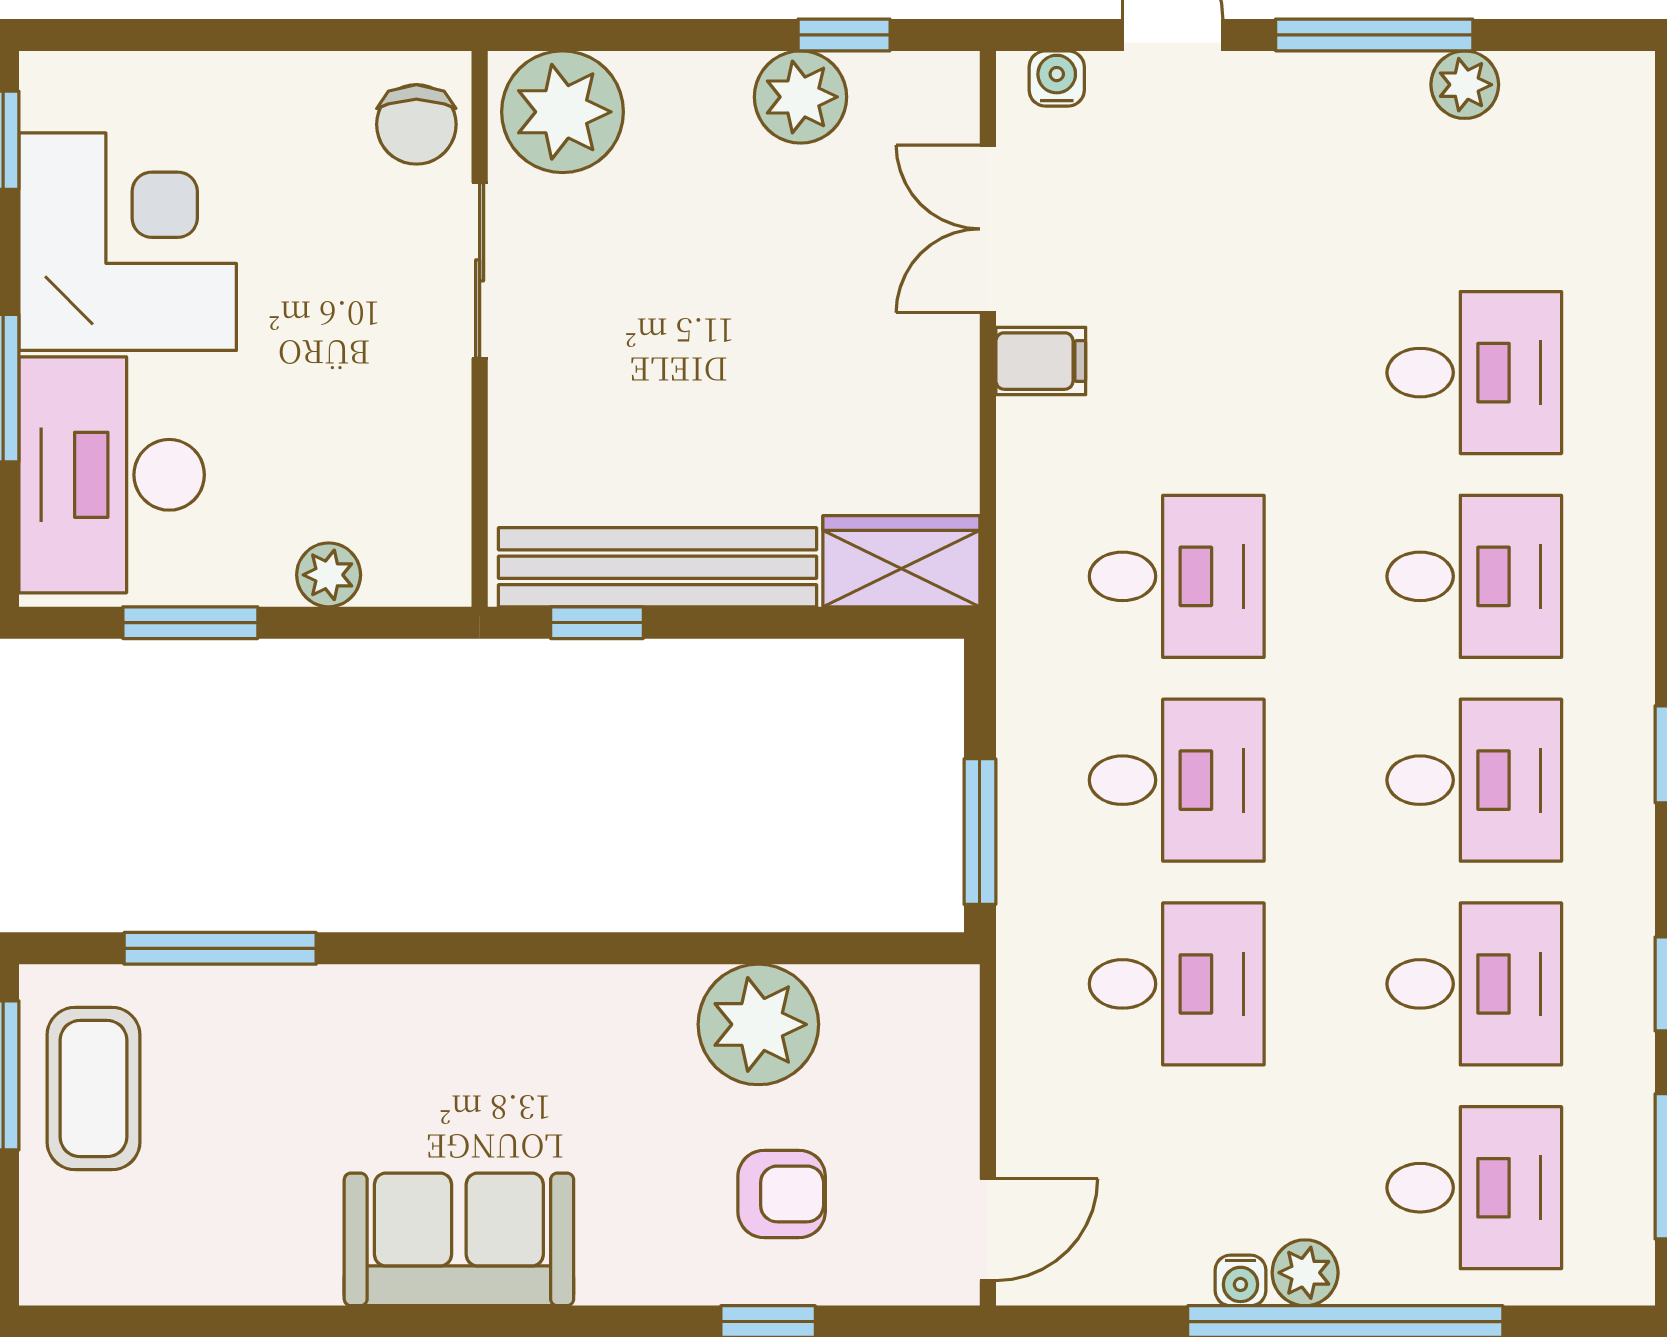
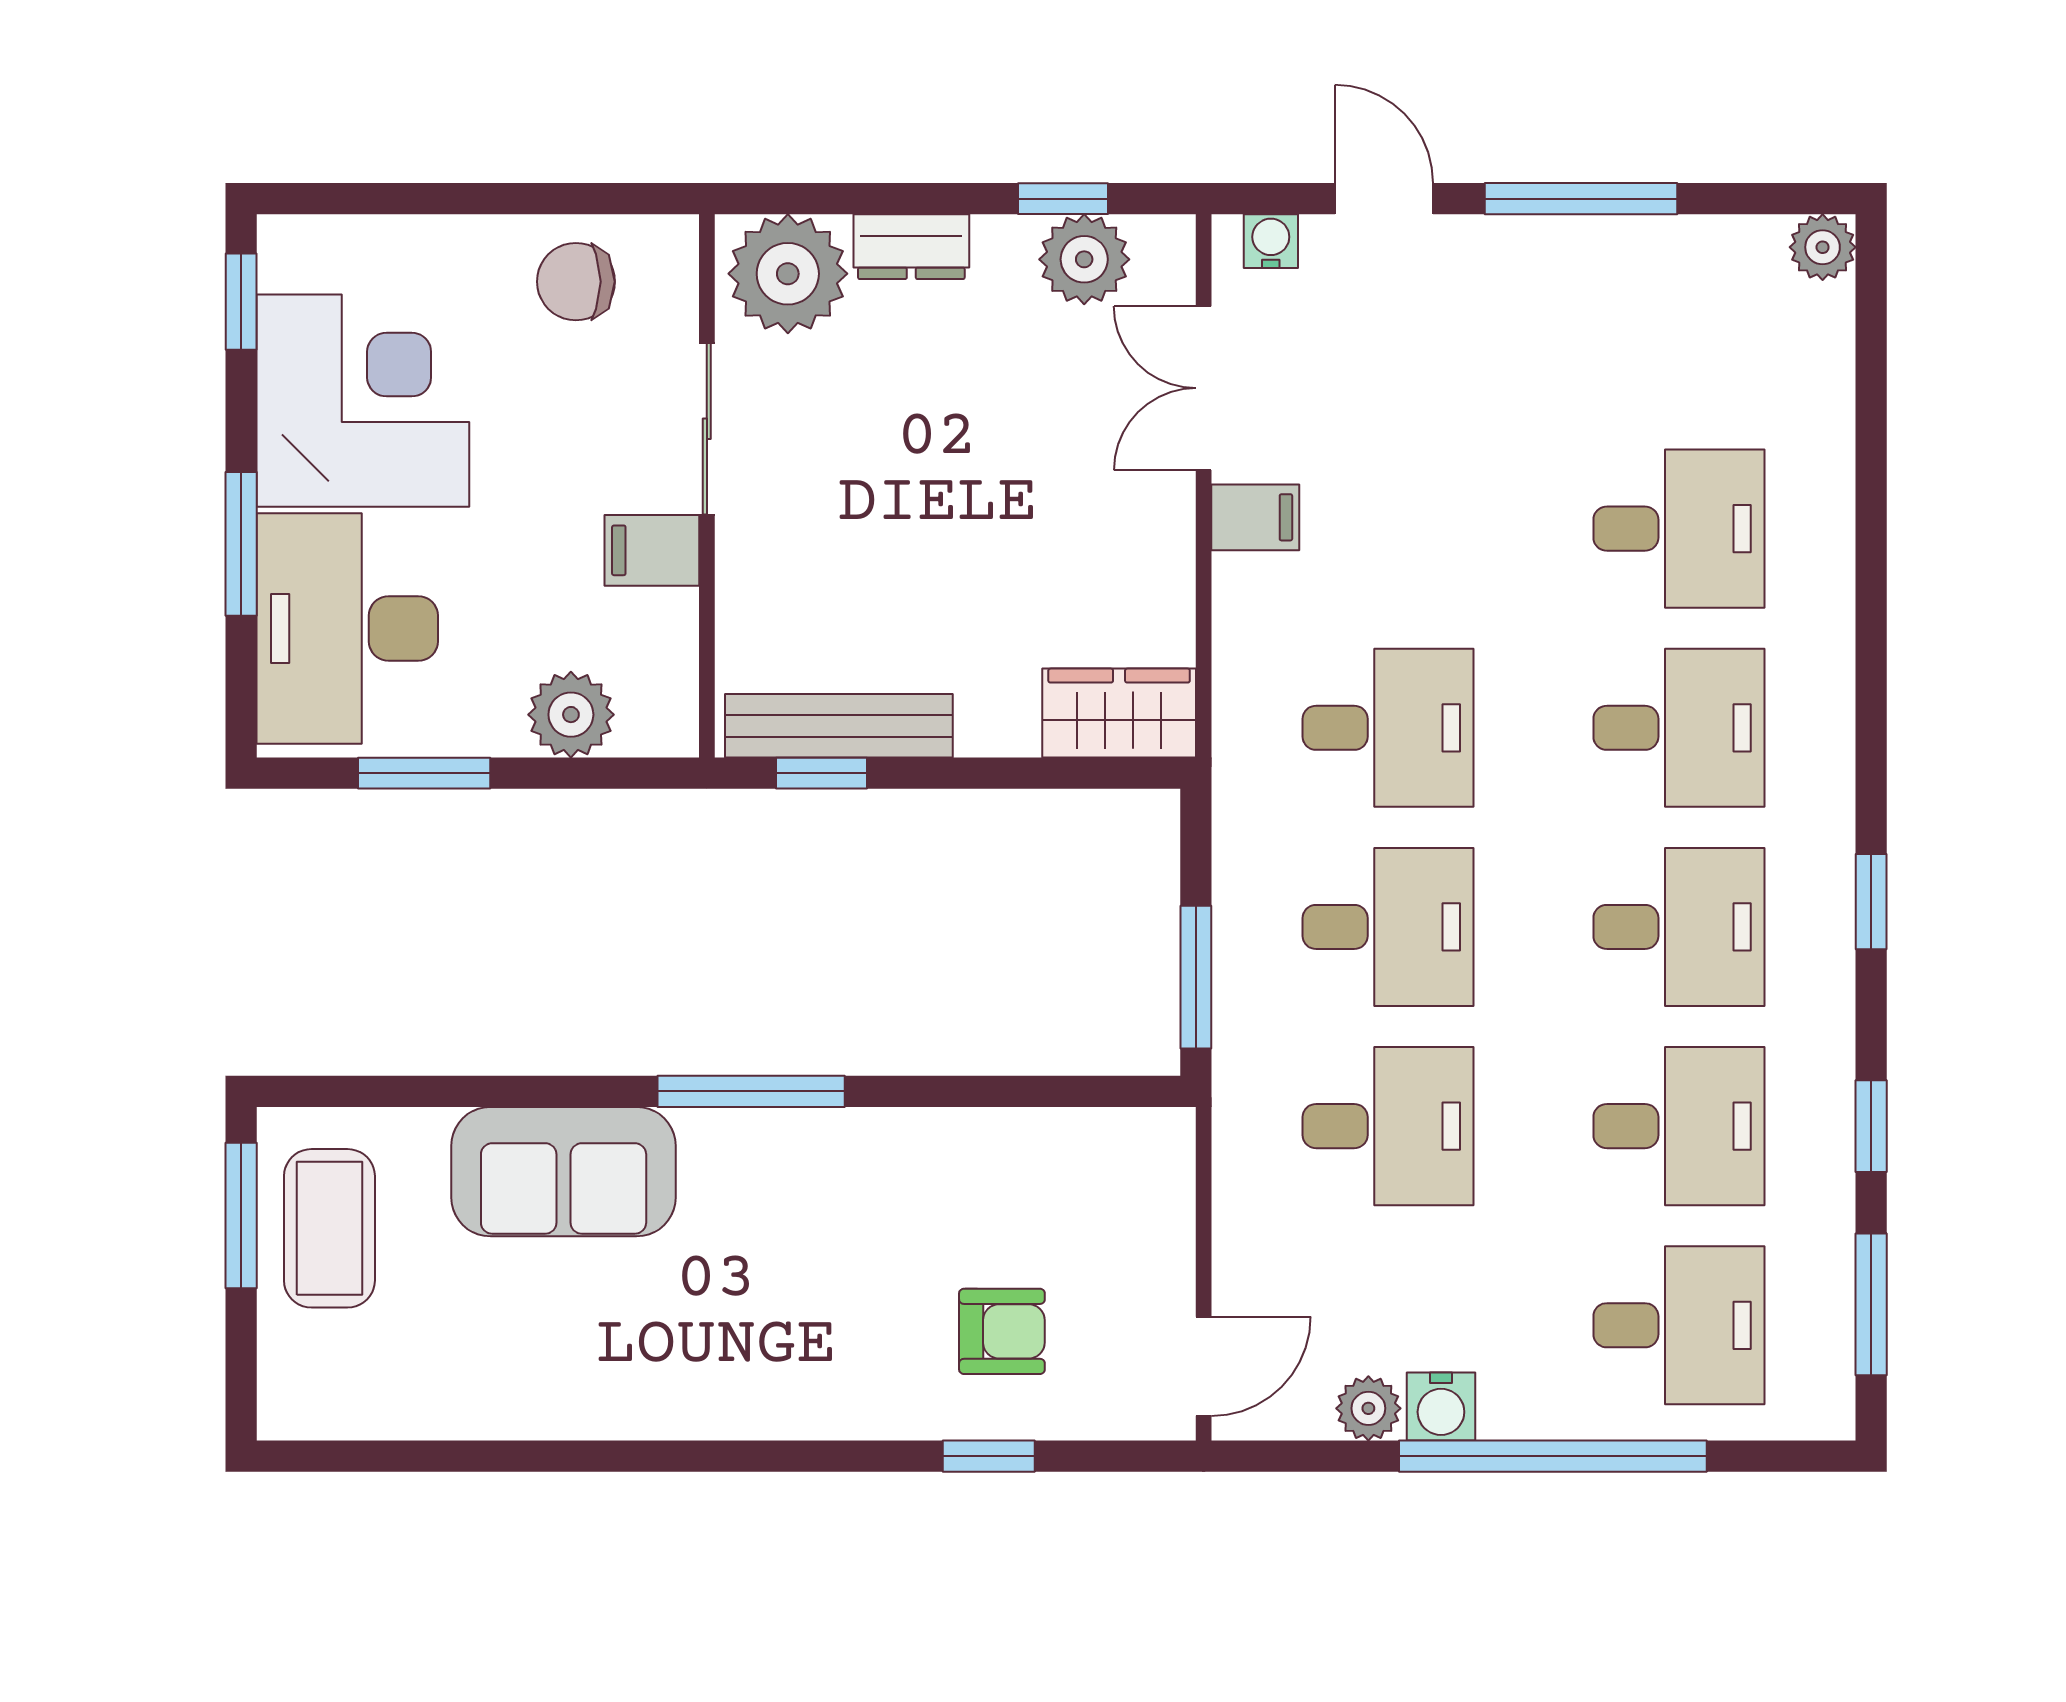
dresser: (689, 84) -> (911, 247), added
plant: (1465, 85) -> (1823, 247), moved
plant: (801, 97) -> (1084, 259), moved
chair: (416, 124) -> (576, 282), moved, turned 90
filing cabinet: (423, 395) -> (652, 550), added
bench: (657, 567) -> (839, 726), width x0.73, depth x0.82
plant: (329, 575) -> (571, 715), width x1.38, depth x1.38
window: (220, 948) -> (751, 1091), moved
plant: (758, 1024) -> (979, 1166), removed
sofa: (459, 1239) -> (564, 1172), moved, turned 180
plant: (1305, 1273) -> (1368, 1408), moved
water cooler: (1240, 1280) -> (1441, 1406), width x1.38, depth x1.38

